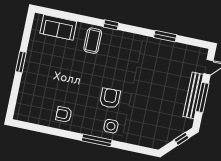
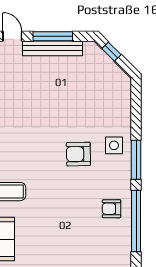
armchair: (64, 114) -> (111, 209), turned 90
window: (51, 131) -> (136, 221), added

